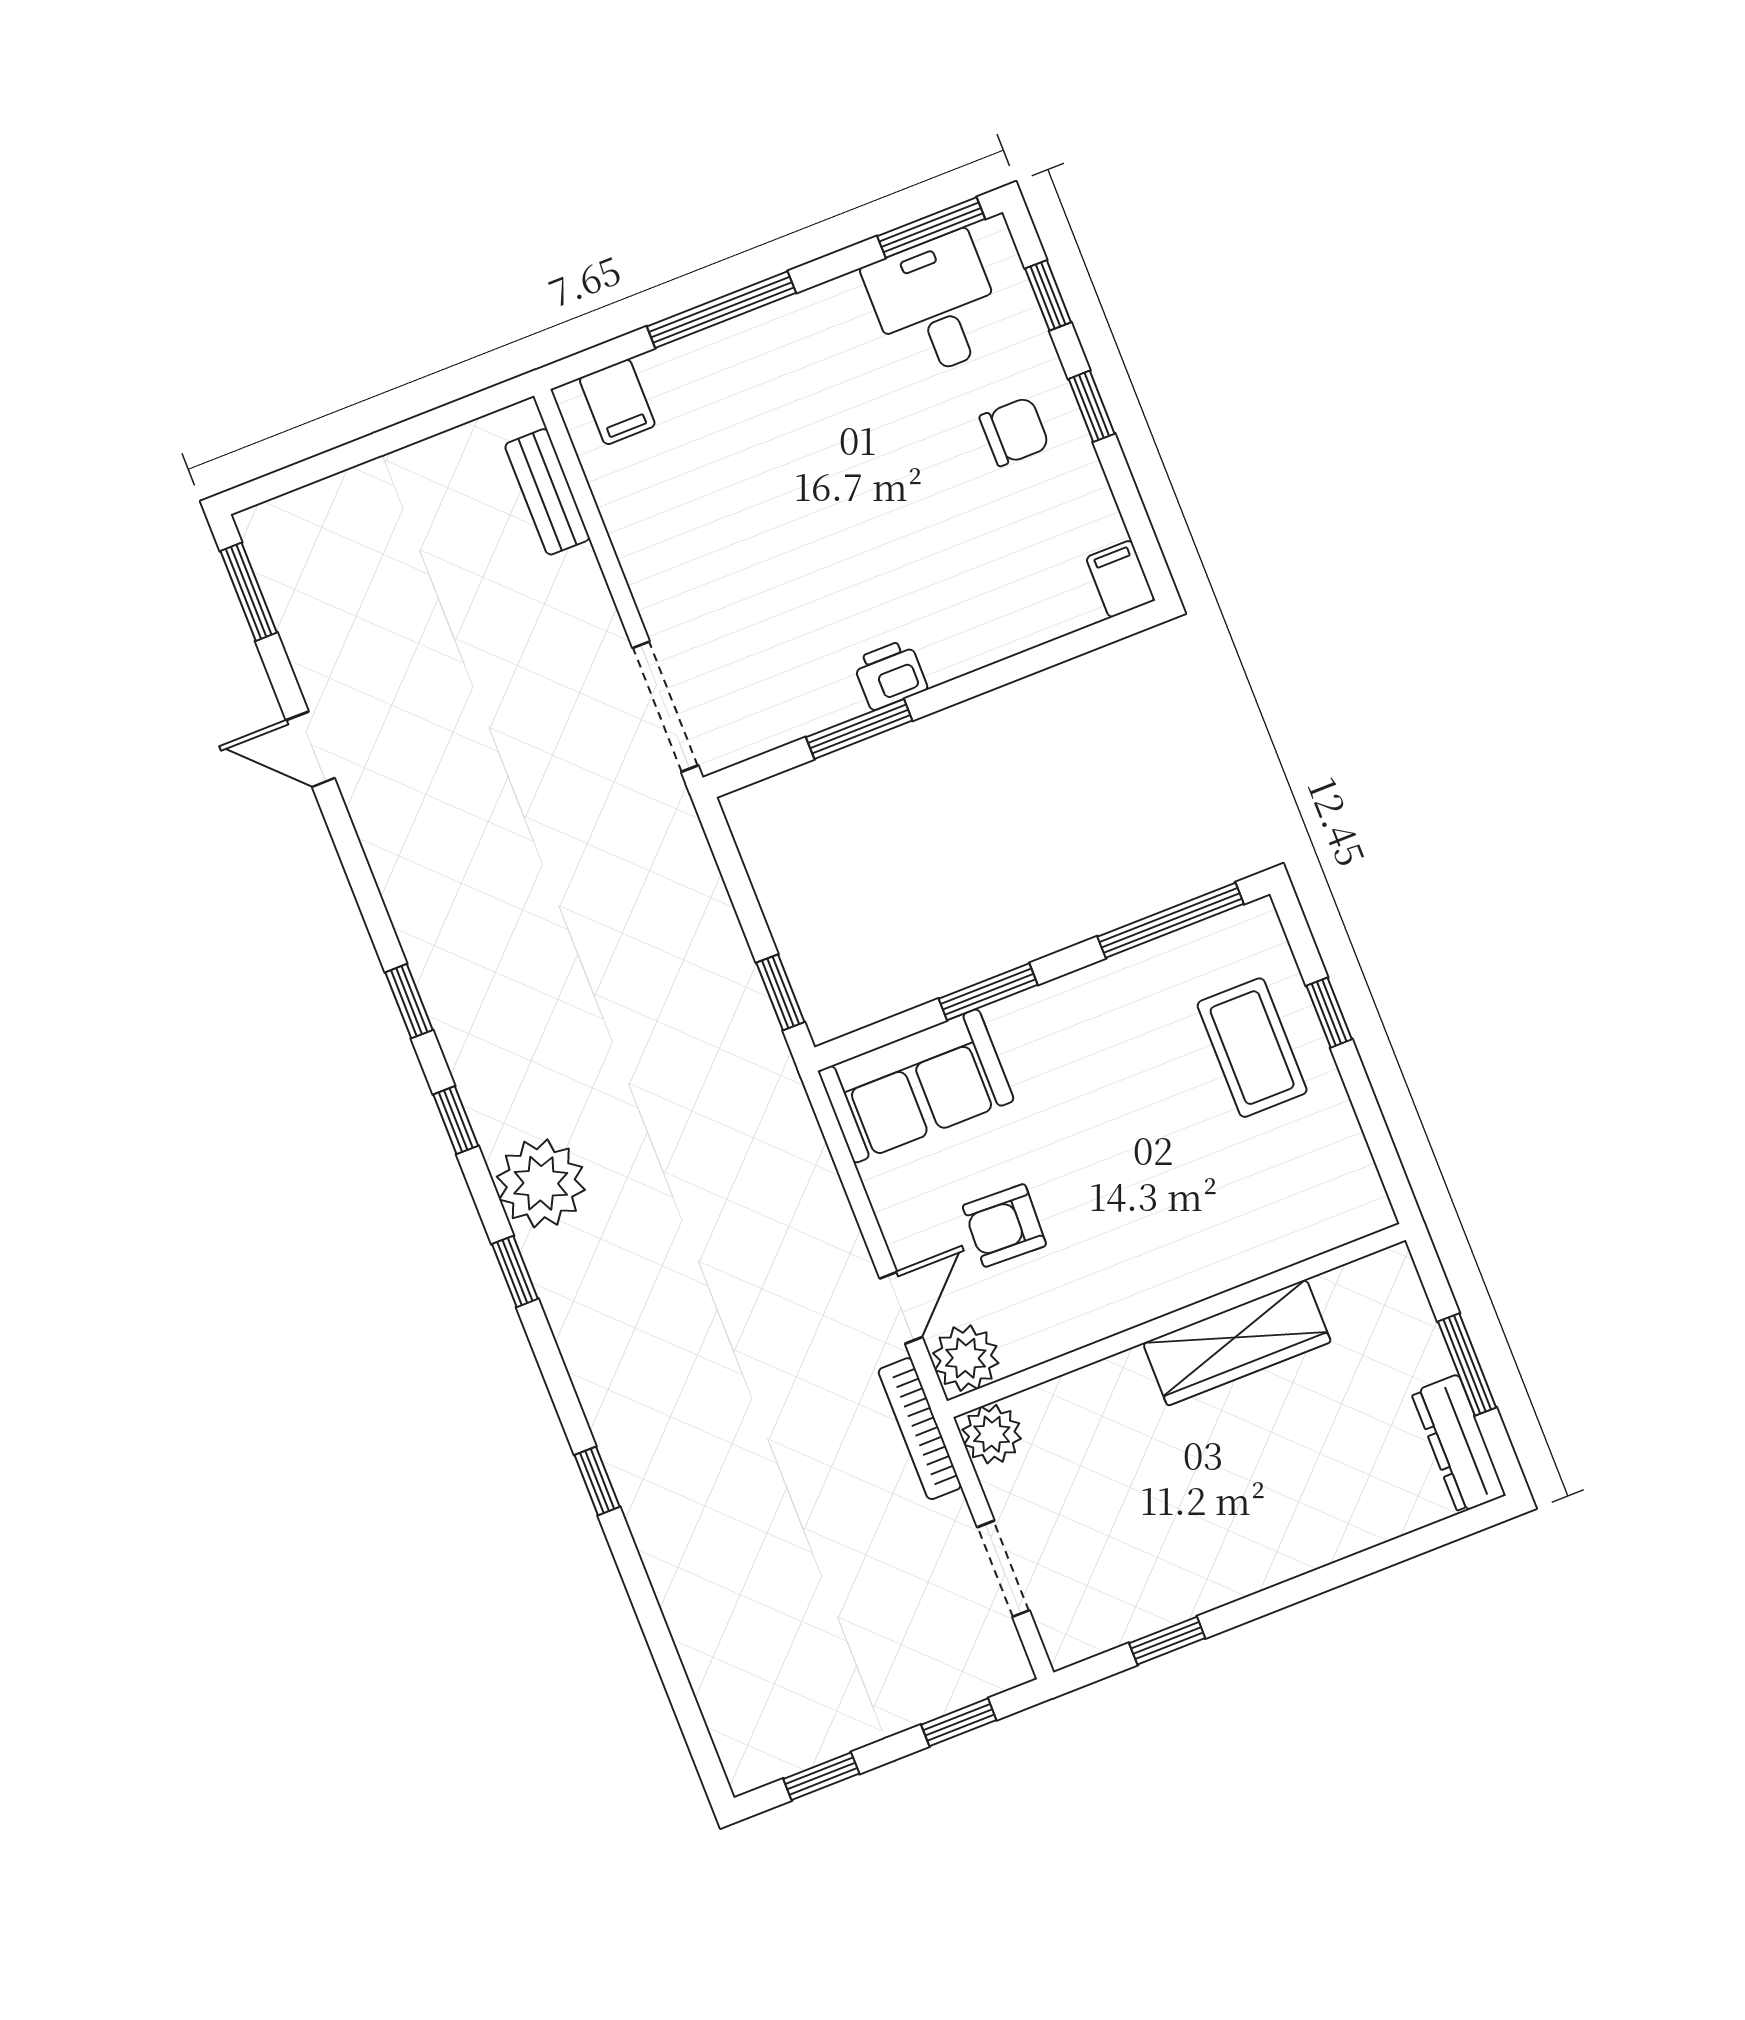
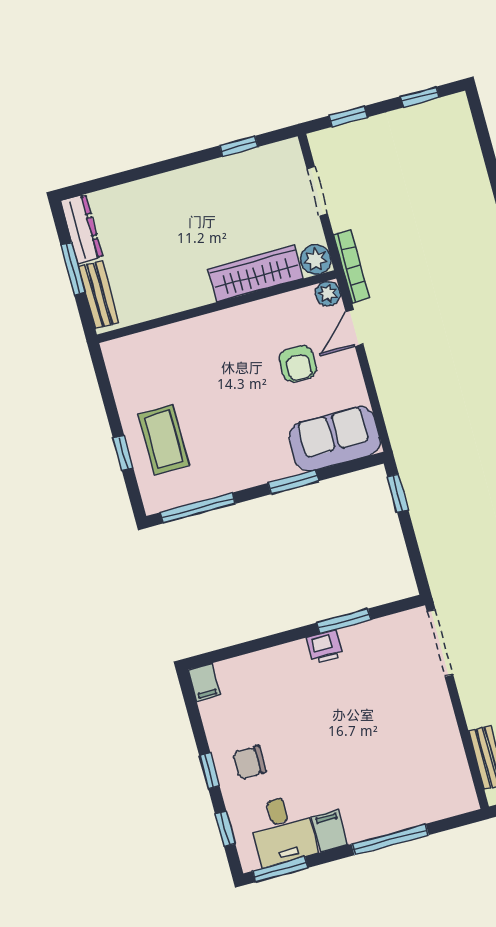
filing cabinet: (617, 402) -> (330, 831), moved
armchair: (1004, 1225) -> (298, 364), turned 88
bench: (1411, 1319) -> (99, 295), added
wardrobe: (1237, 1343) -> (255, 274), moved
plant: (966, 1358) -> (328, 294), width x0.73, depth x0.73

